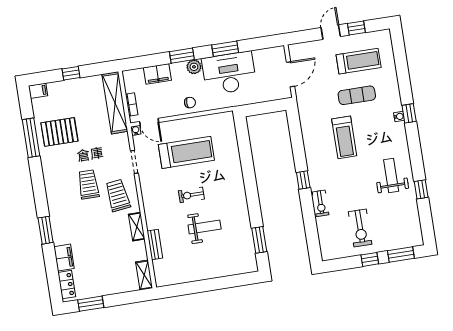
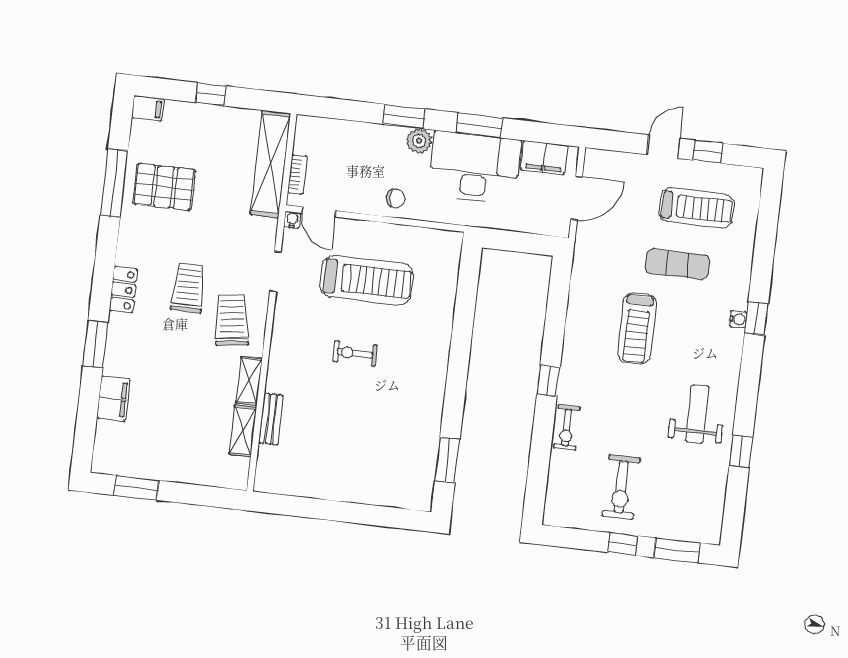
filing cabinet: (157, 74) -> (544, 158), moved
weight bench: (205, 227) -> (362, 413), removed
shelving: (144, 275) -> (243, 431), moved
locker: (67, 285) -> (123, 290), moved

